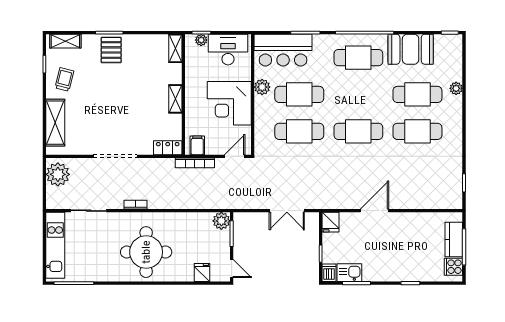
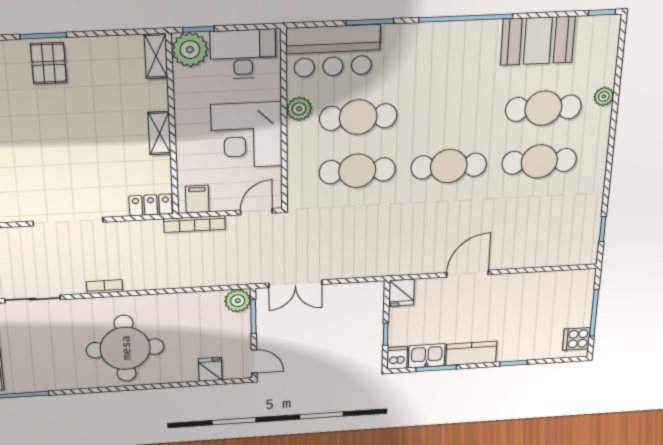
plant: (201, 40) -> (190, 50), width x1.87, depth x1.87
cafe table: (358, 58) -> (454, 57), removed
double door: (287, 211) -> (295, 284), moved
kitchen counter: (454, 240) -> (471, 353), moved, turned 90

